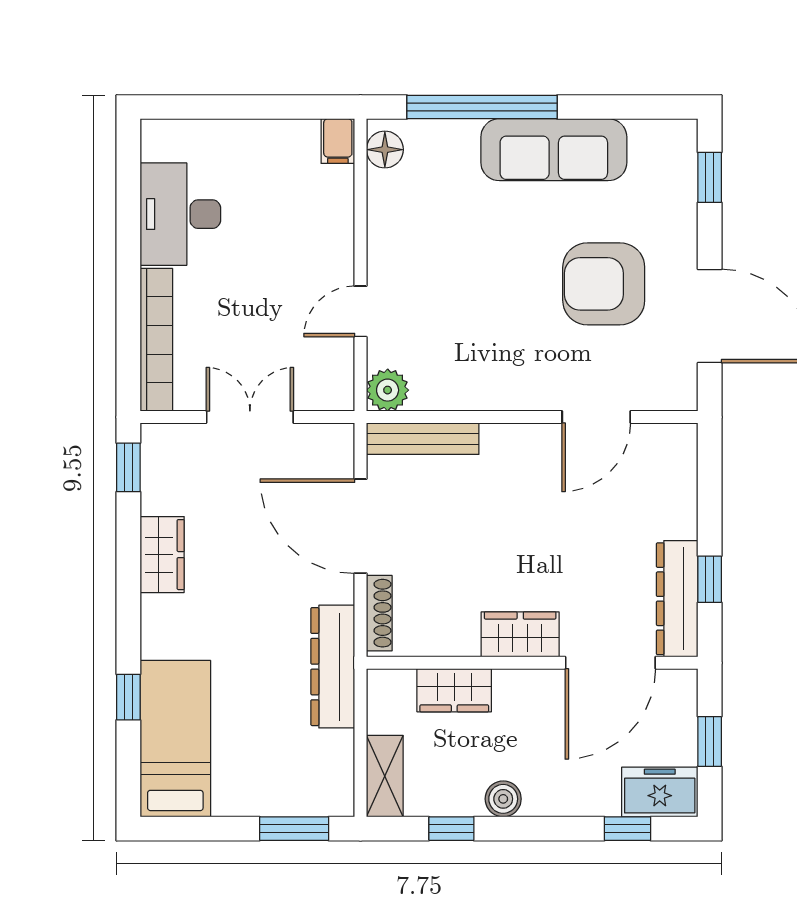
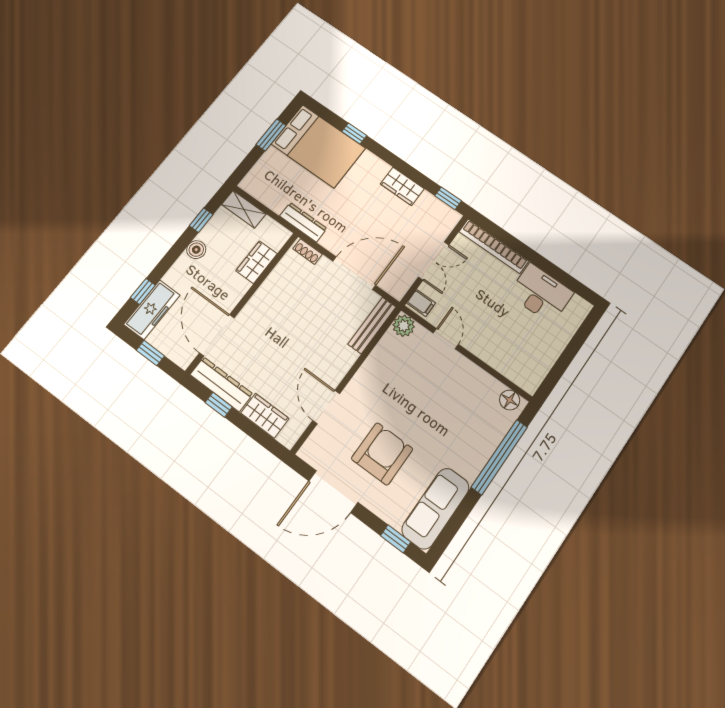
filing cabinet: (338, 141) -> (421, 303), moved, turned 180
sofa: (554, 150) -> (436, 508), moved
shoe rack: (379, 613) -> (307, 251), width x0.70
wardrobe: (520, 634) -> (265, 416), moved, turned -90
dresser: (333, 667) -> (303, 222), width x0.73, depth x0.80
bed: (175, 739) -> (318, 146), width x1.50
freezer: (660, 792) -> (152, 310), width x1.40
window: (294, 829) -> (271, 135), moved

